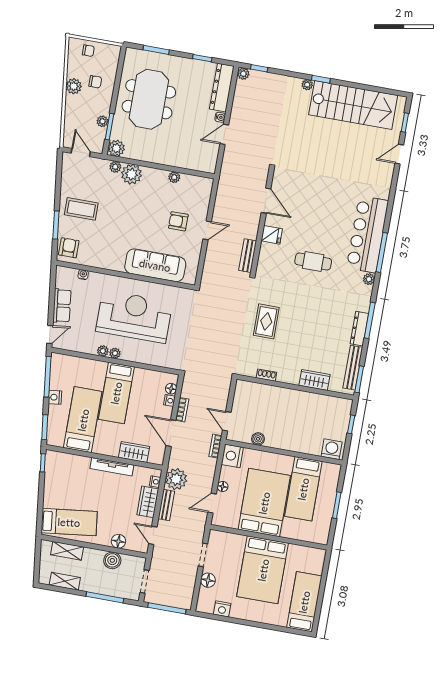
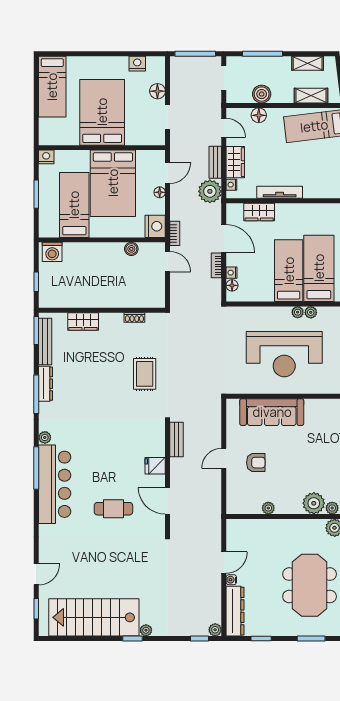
cafe table: (313, 262) -> (113, 509), moved
bed: (83, 420) -> (319, 268), moved, turned 180
nightstand: (321, 538) -> (46, 157), added

